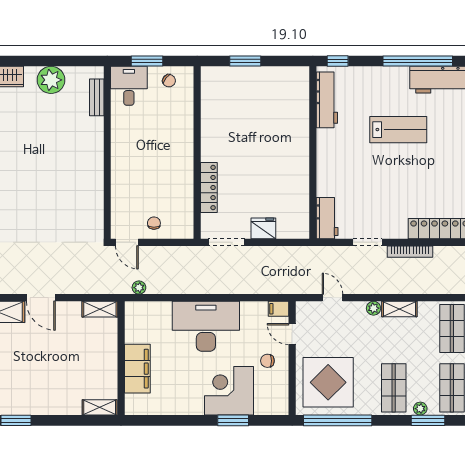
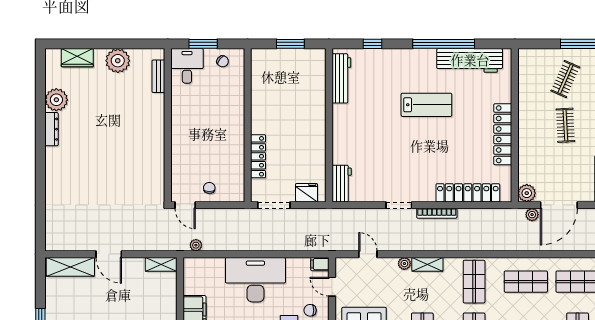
workbench: (327, 100) -> (341, 78), moved
wall: (313, 153) -> (329, 125), moved
workbench: (327, 218) -> (342, 184), moved

